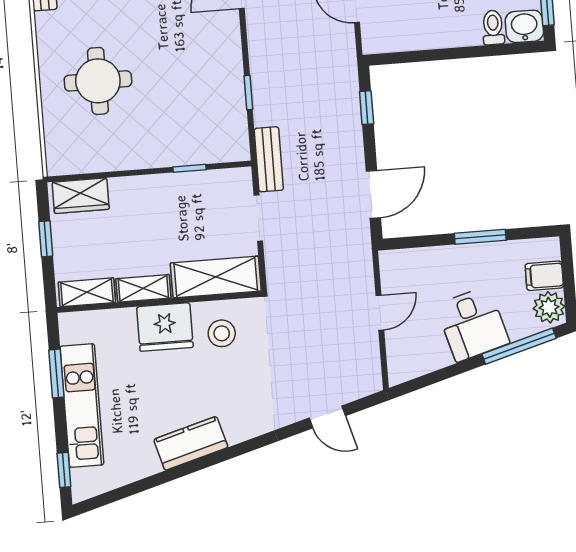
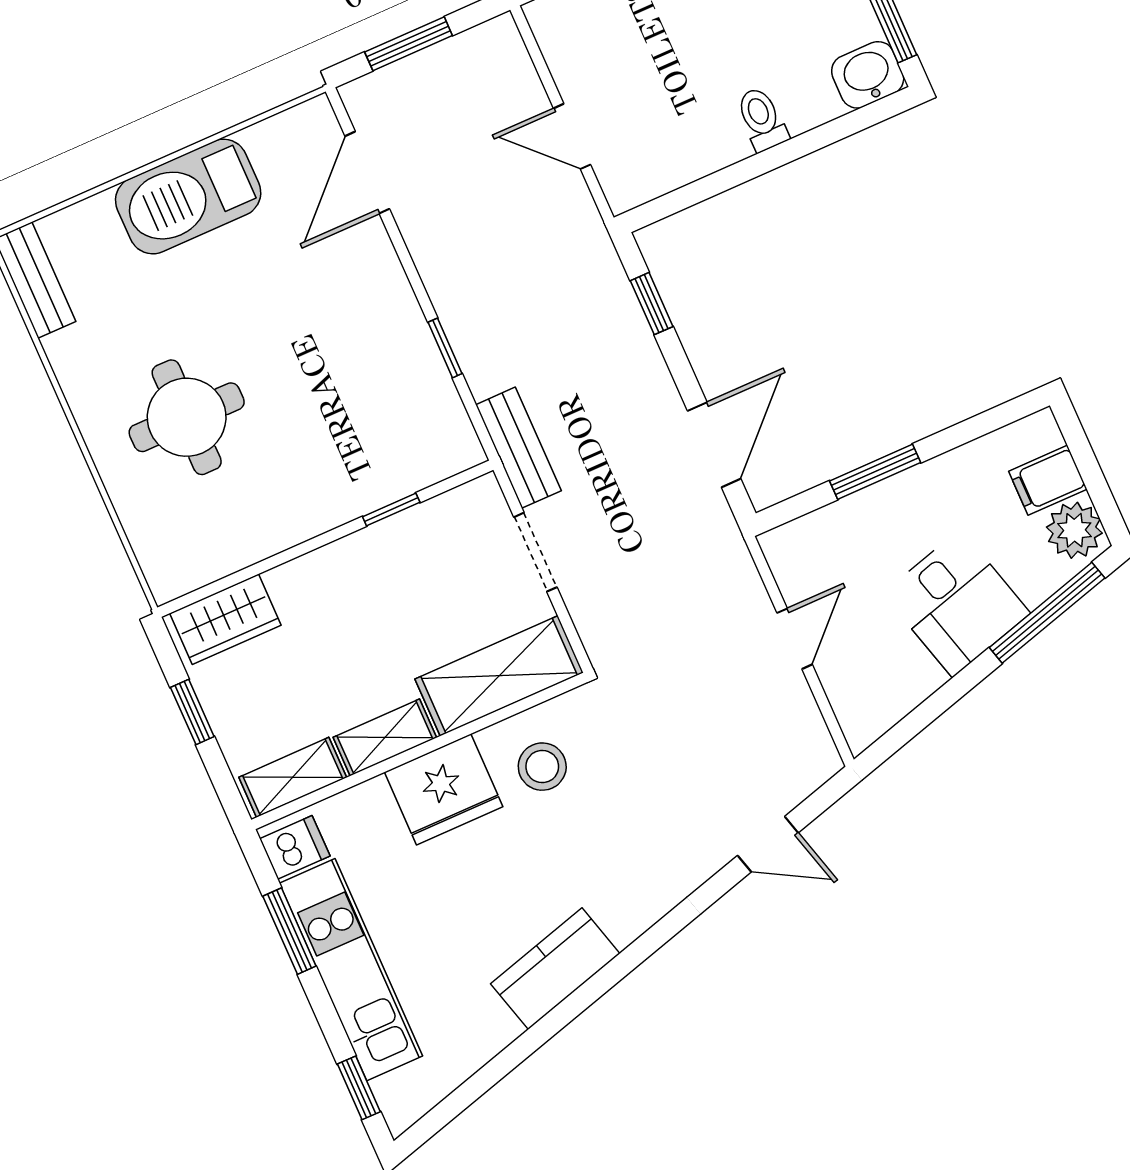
toilet: (493, 27) -> (762, 119), moved
window: (480, 237) -> (875, 472), moved
dishwasher: (75, 330) -> (295, 847), added

